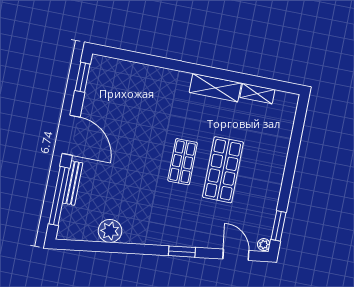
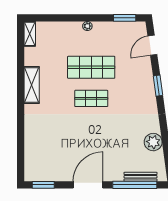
shelving: (257, 94) -> (30, 34), moved
bench: (73, 183) -> (140, 177), moved
plant: (264, 245) -> (87, 26), moved

